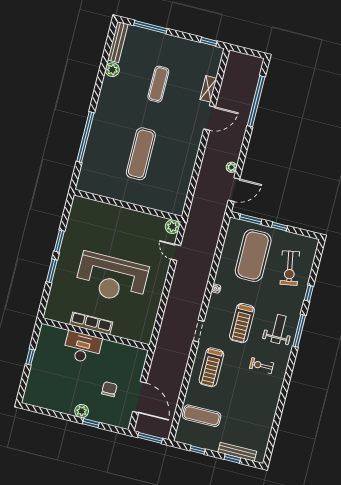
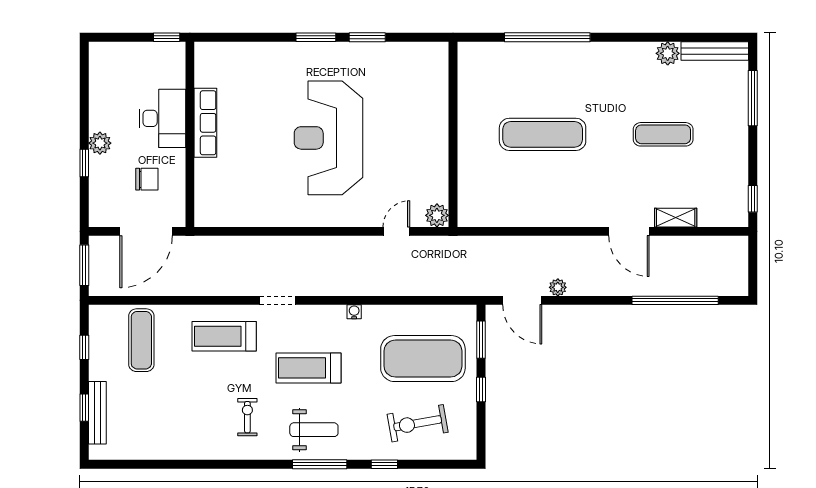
row of seats: (91, 323) -> (205, 123), moved
wall: (96, 334) -> (190, 134), moved
desk: (82, 348) -> (163, 118), moved

